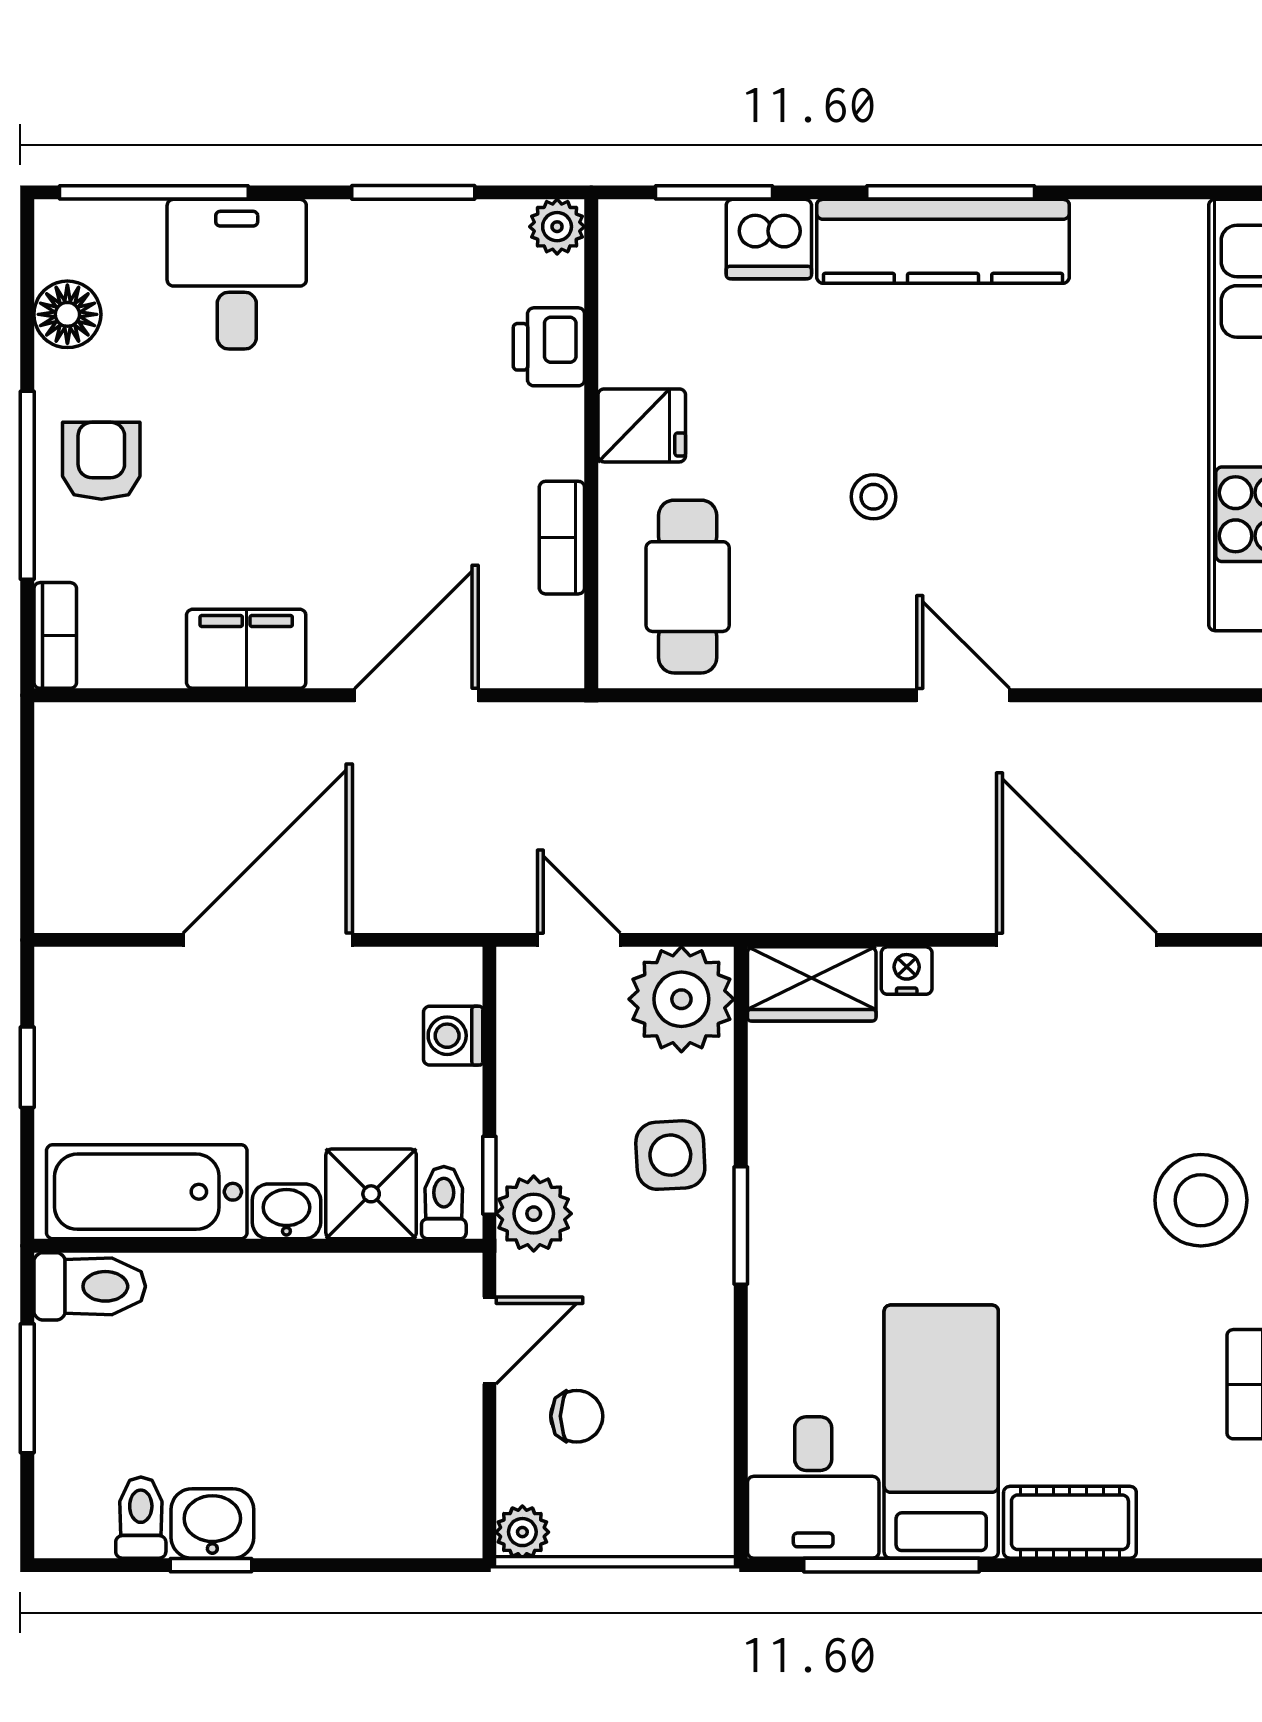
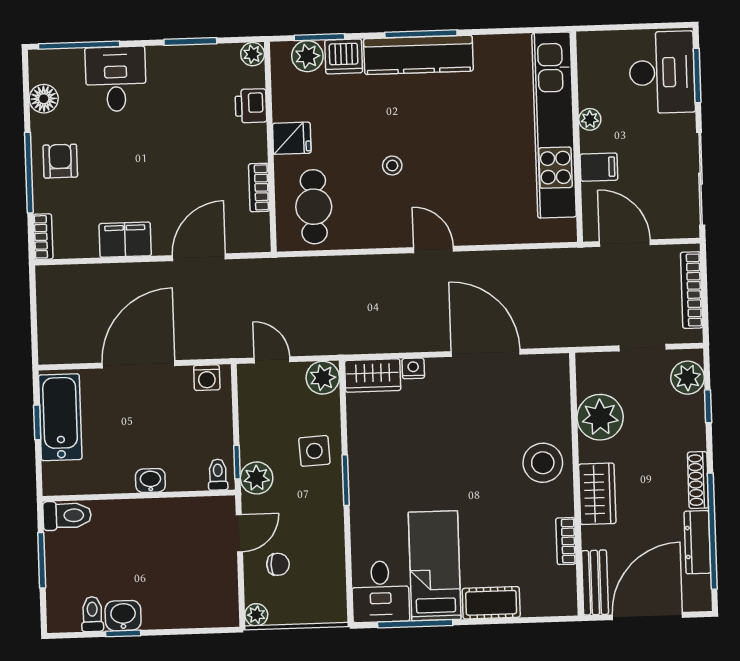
plant: (684, 236) -> (307, 56), added
plant: (681, 999) -> (323, 378), width x0.73, depth x0.73
washing machine: (453, 1036) -> (207, 378), moved, turned -90
bathtub: (147, 1192) -> (60, 417), moved, turned 90
shower: (371, 1194) -> (187, 472), removed

